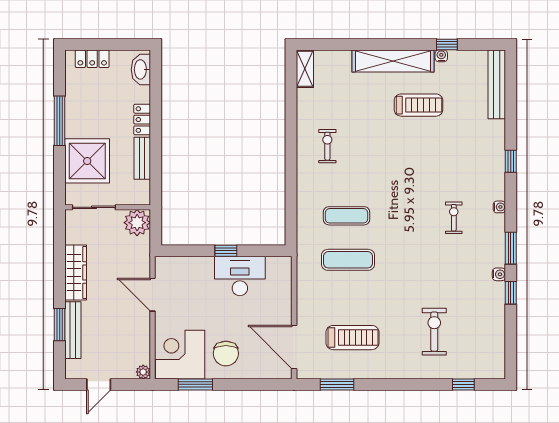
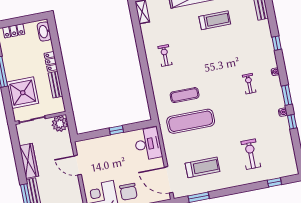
exercise mat: (348, 260) -> (191, 121), width x1.36, depth x1.45
desk: (240, 276) -> (148, 144), moved, turned 90

